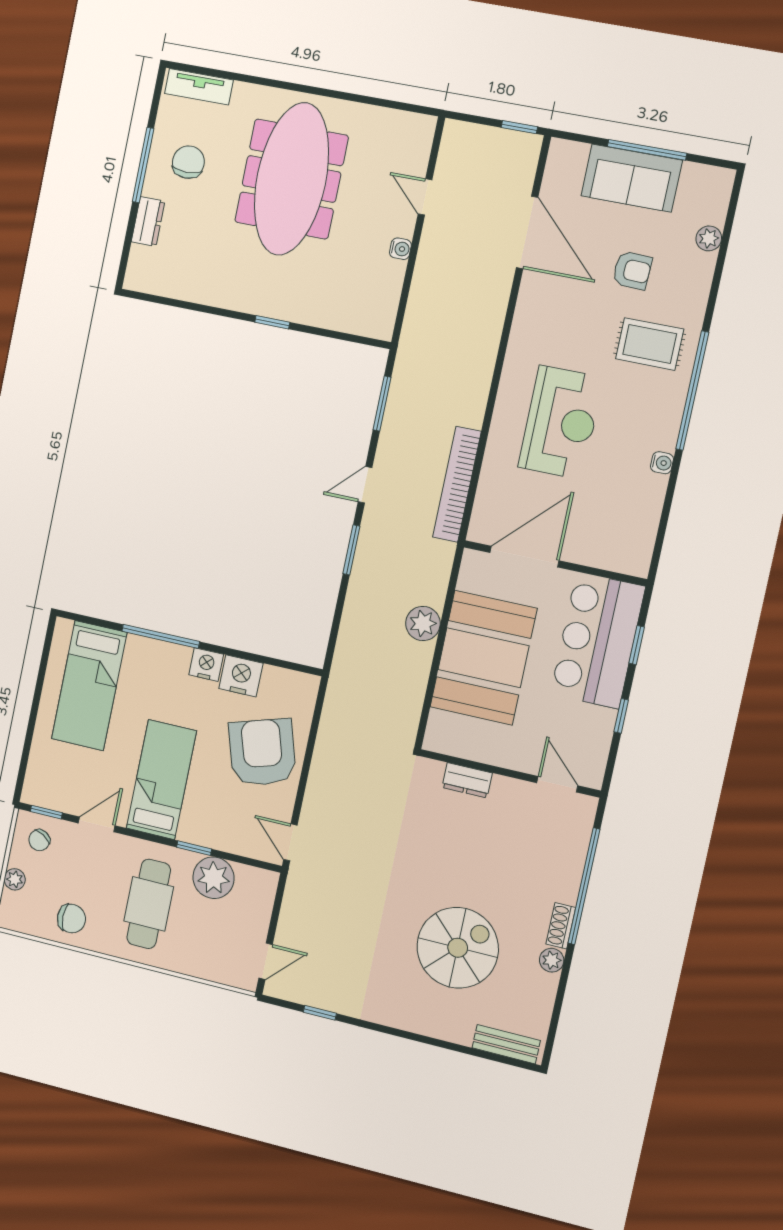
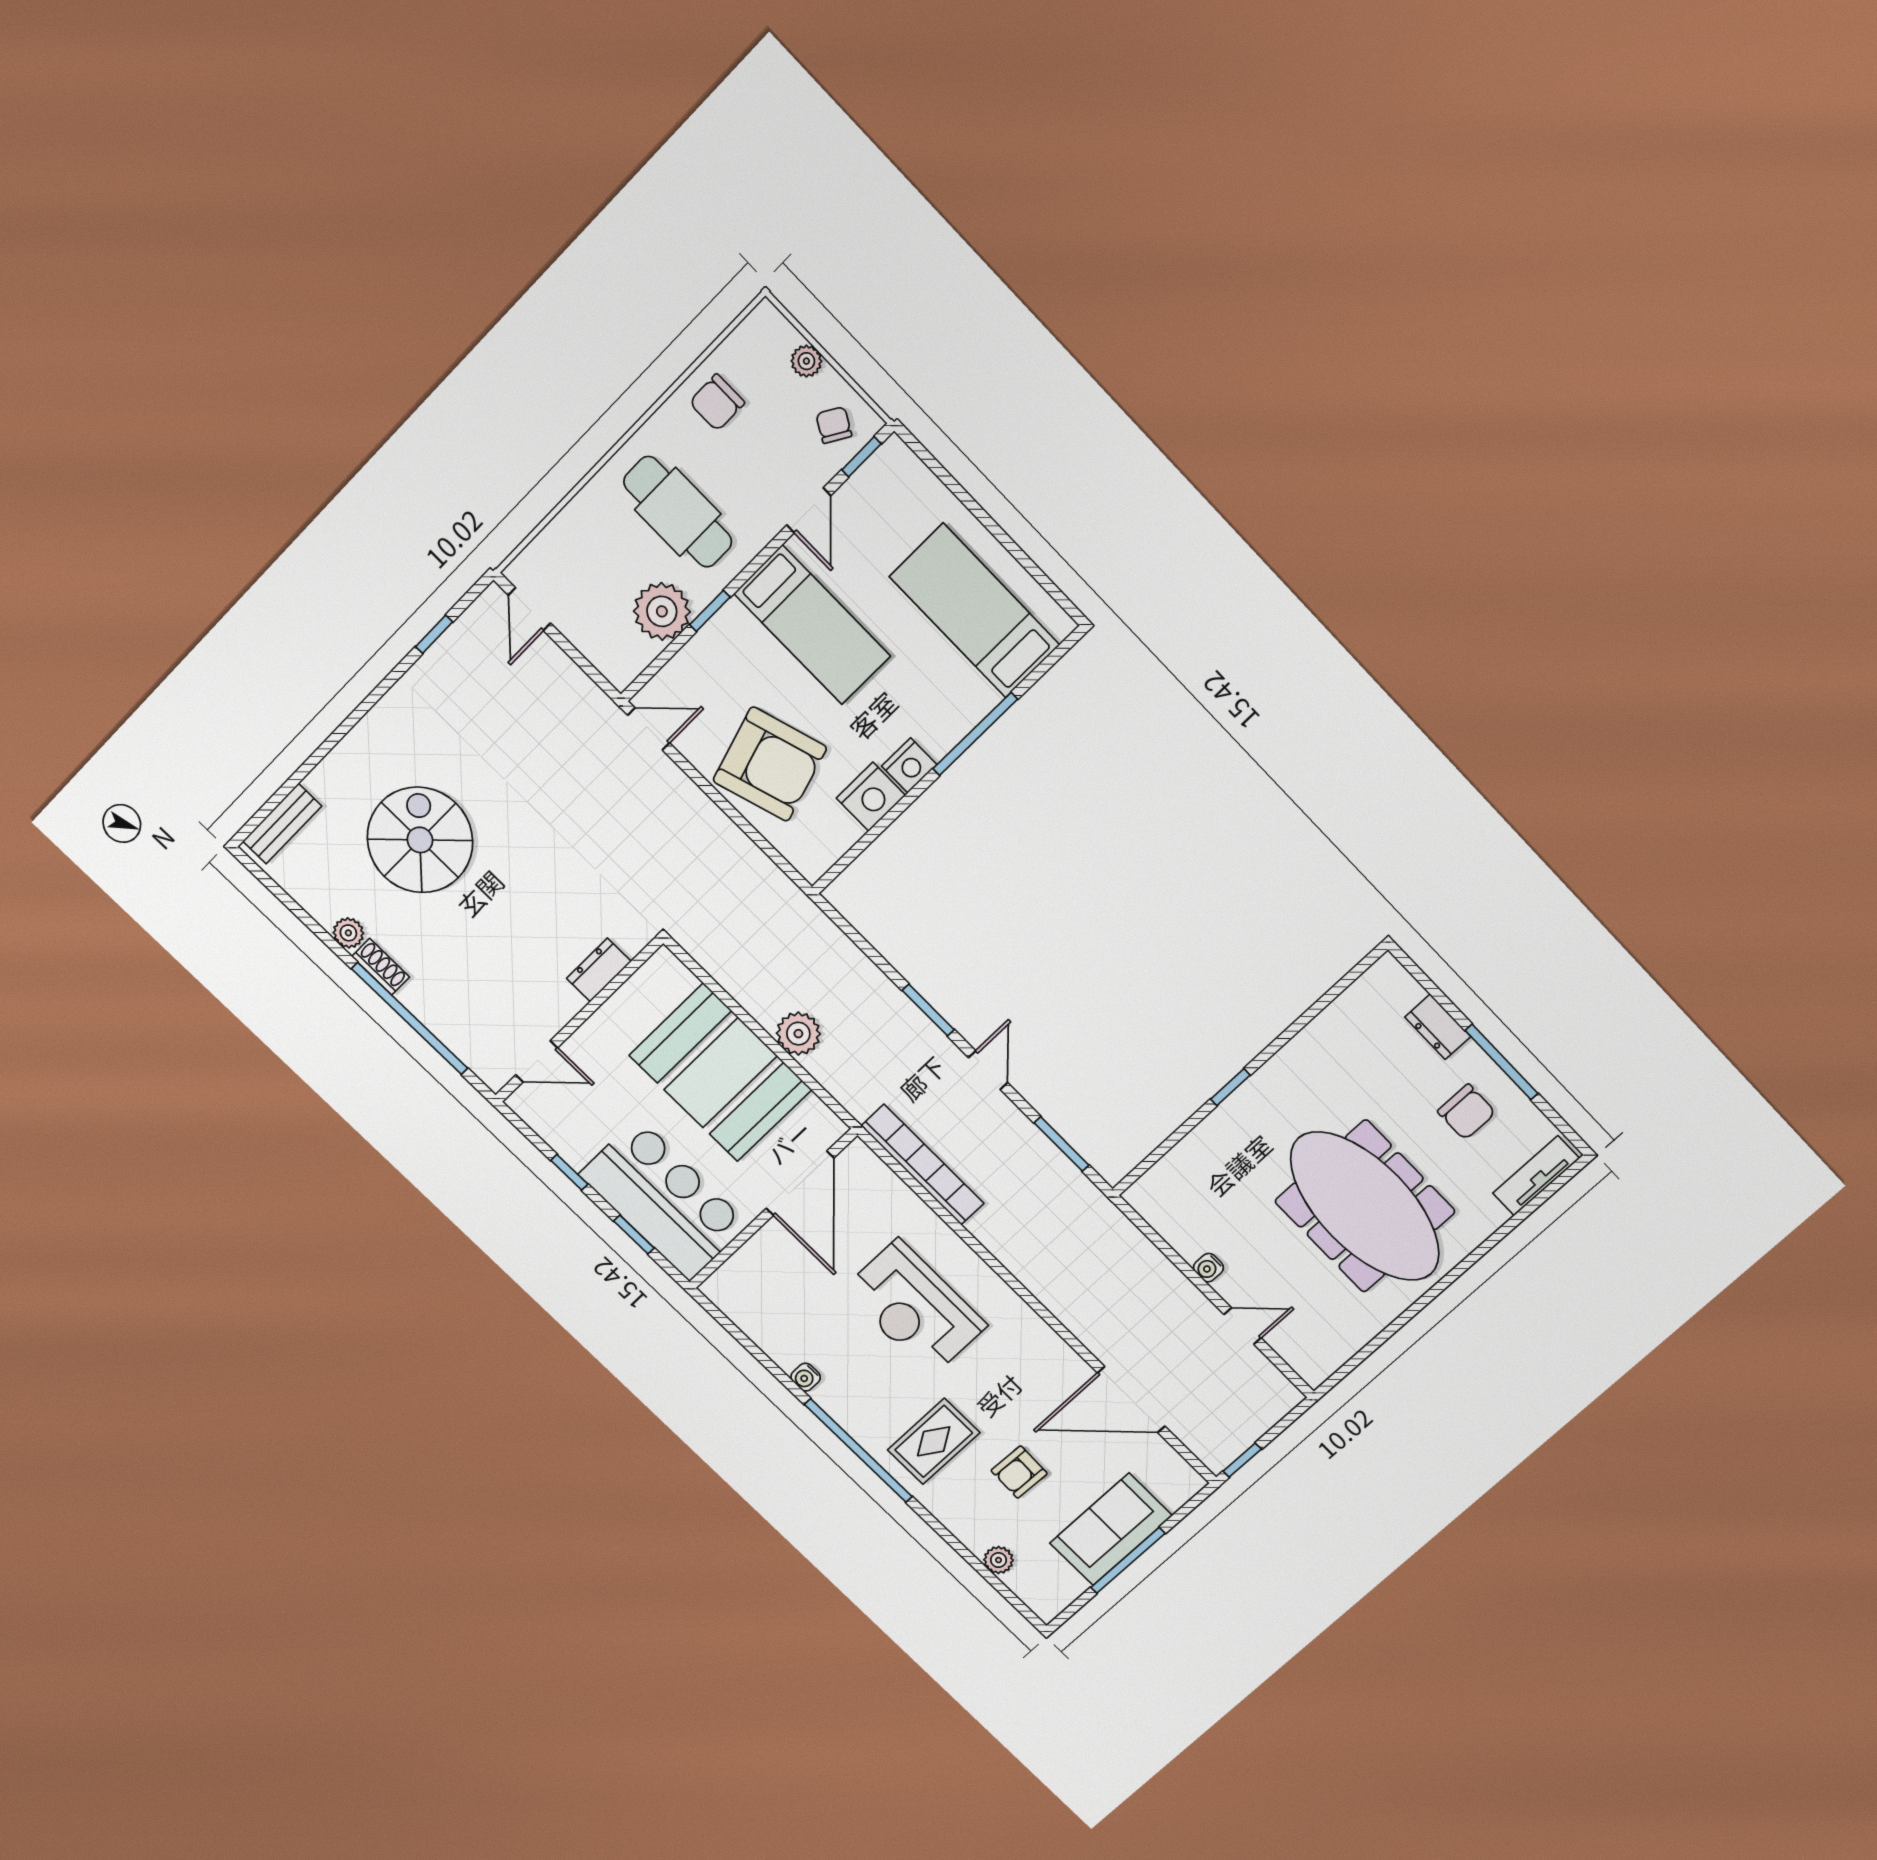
spiral stairs: (458, 948) -> (420, 840), turned 180

